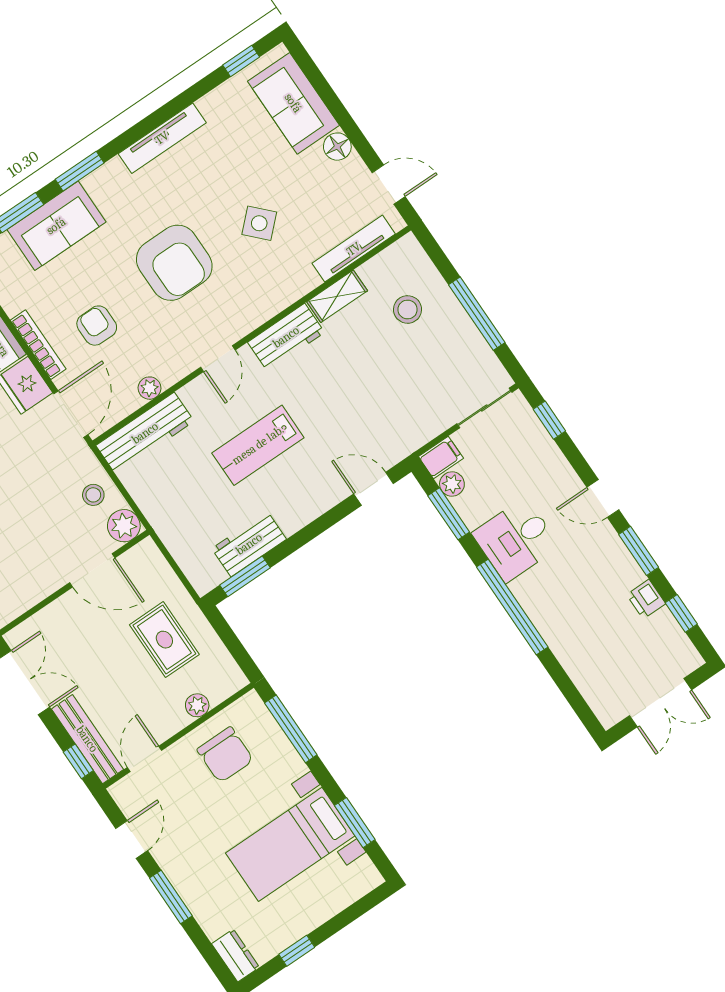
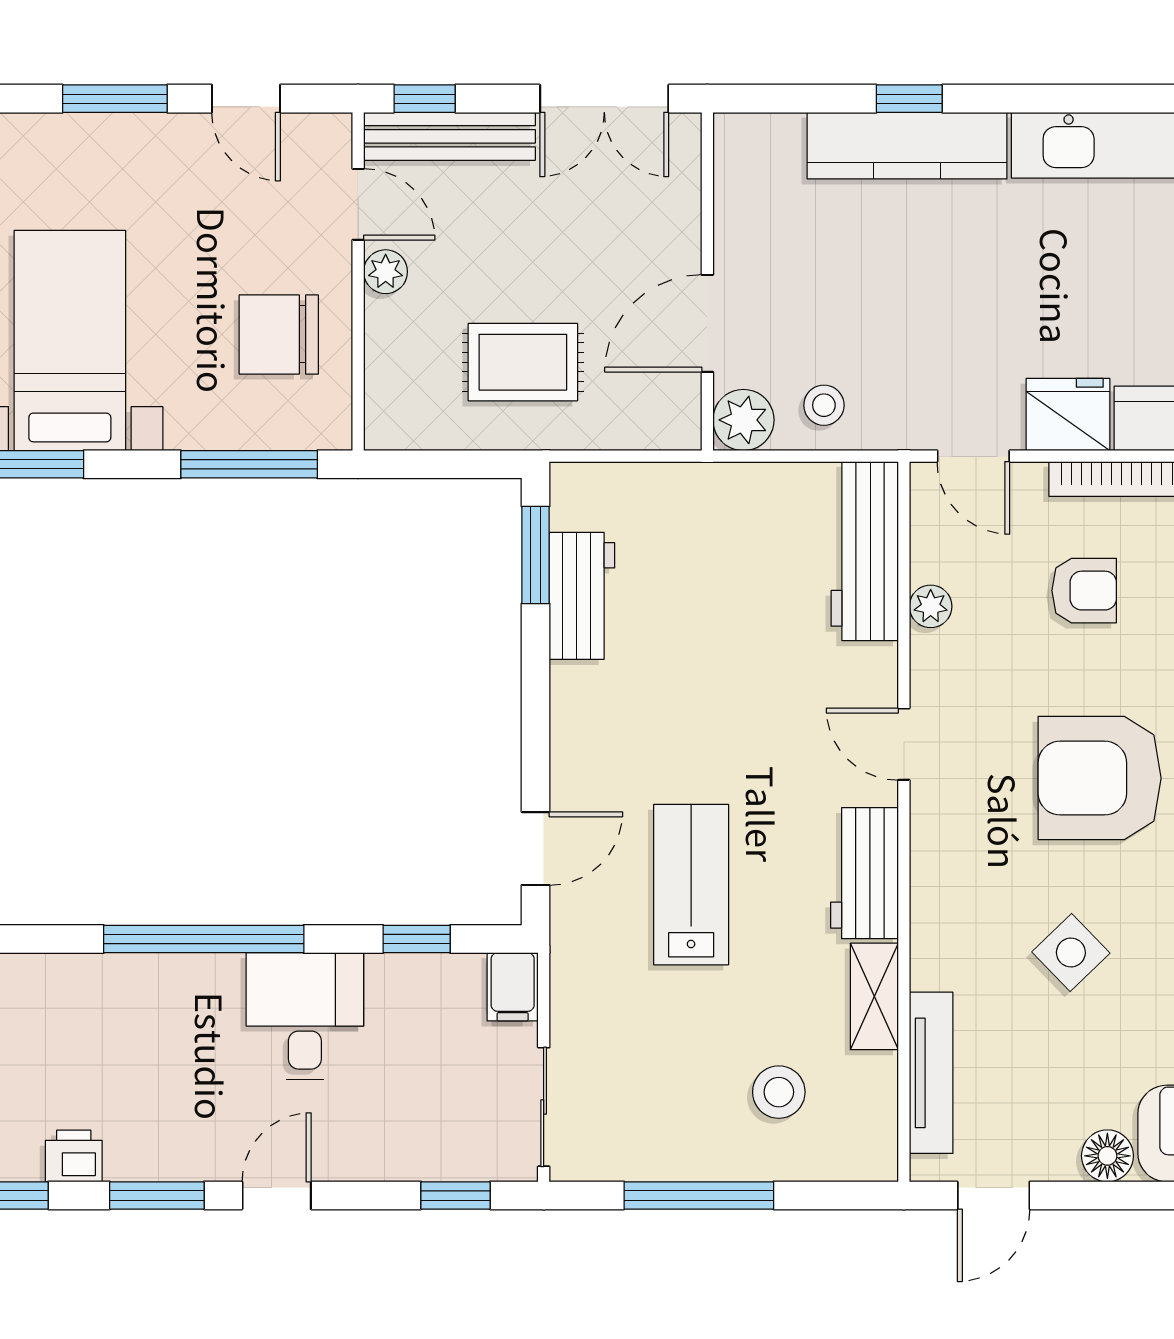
door: (71, 414) -> (973, 456), width x0.73
lab bench: (258, 445) -> (691, 885), moved
plant: (452, 484) -> (460, 976), removed
window: (449, 514) -> (417, 939), width x0.67
plant: (197, 705) -> (386, 272), moved

